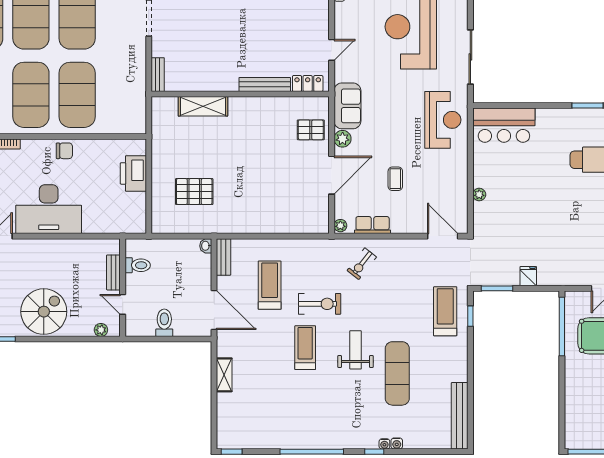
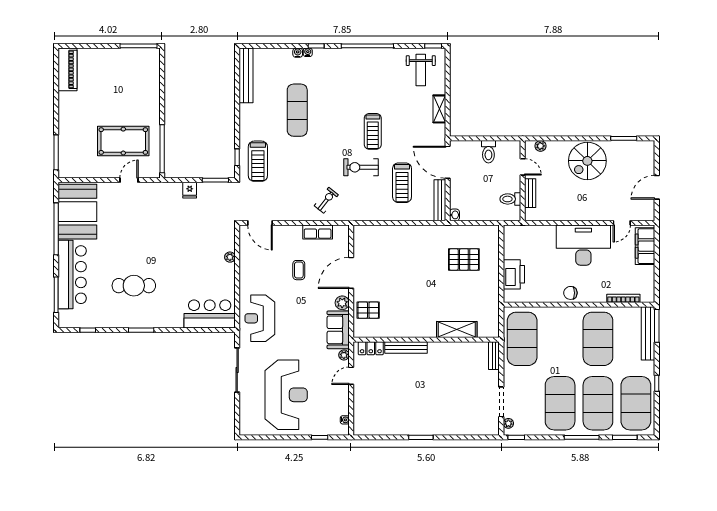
exercise mat: (77, 95) -> (522, 339), moved
plant: (340, 226) -> (344, 355), moved
bench: (224, 257) -> (440, 200), width x1.36
weight bench: (356, 350) -> (421, 70), moved

